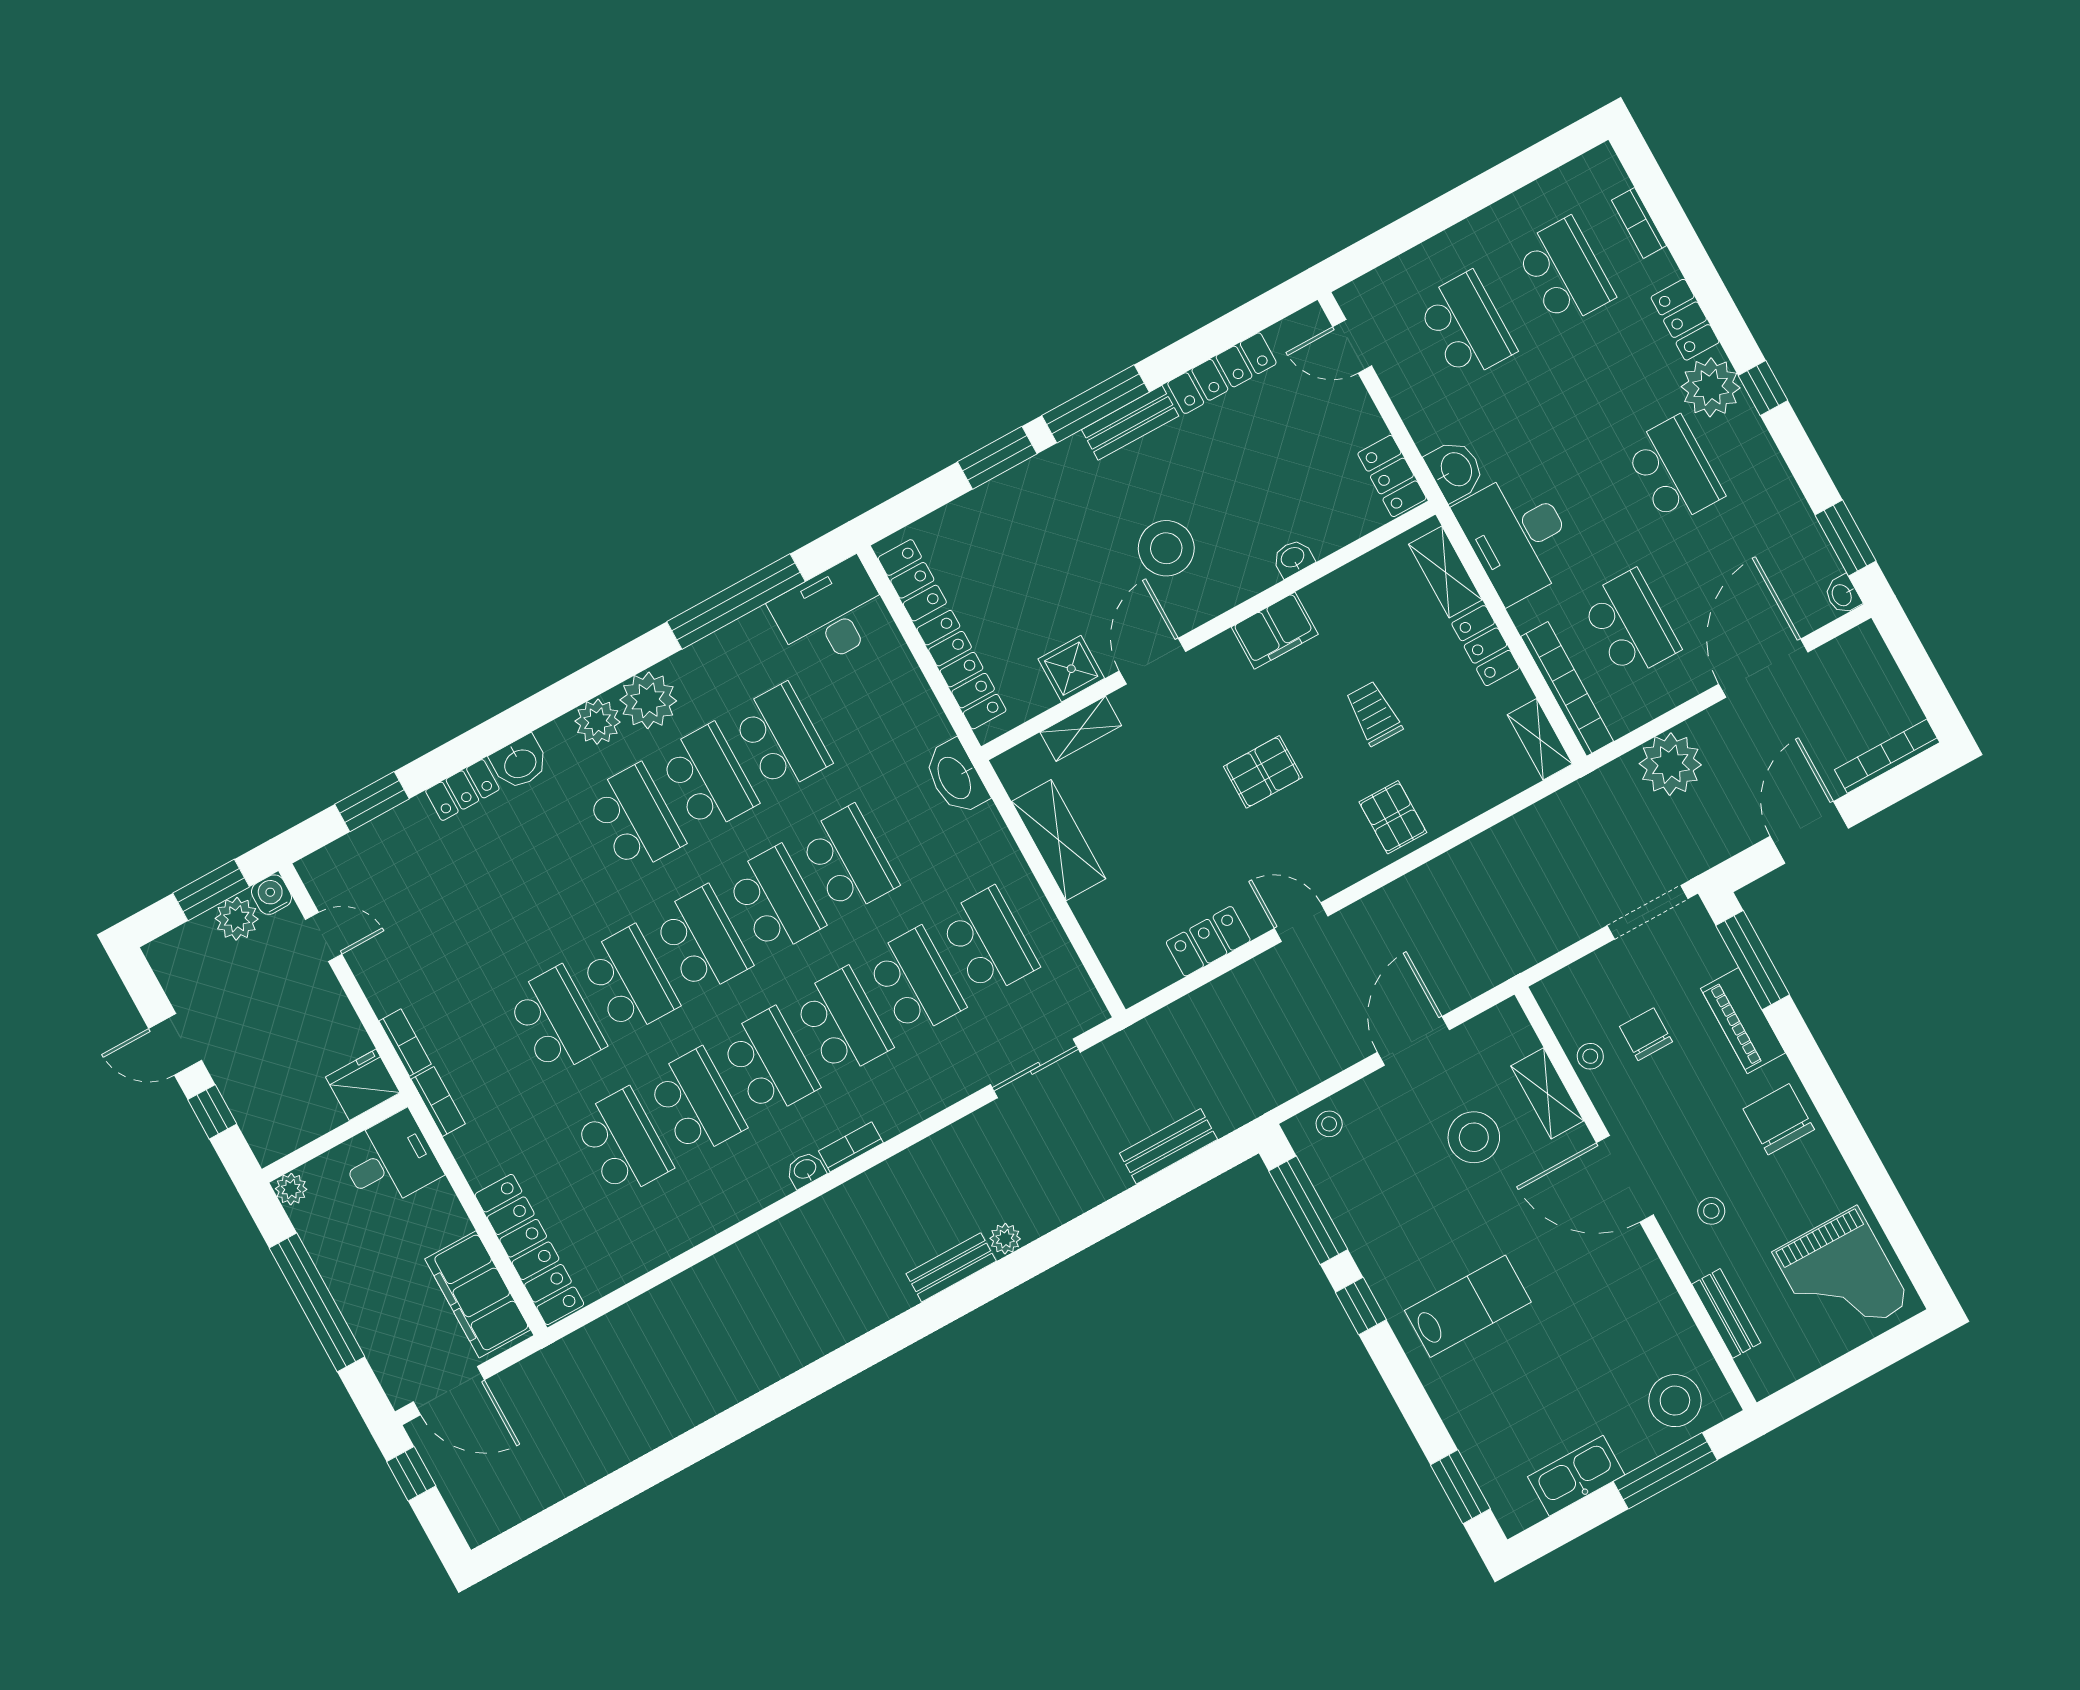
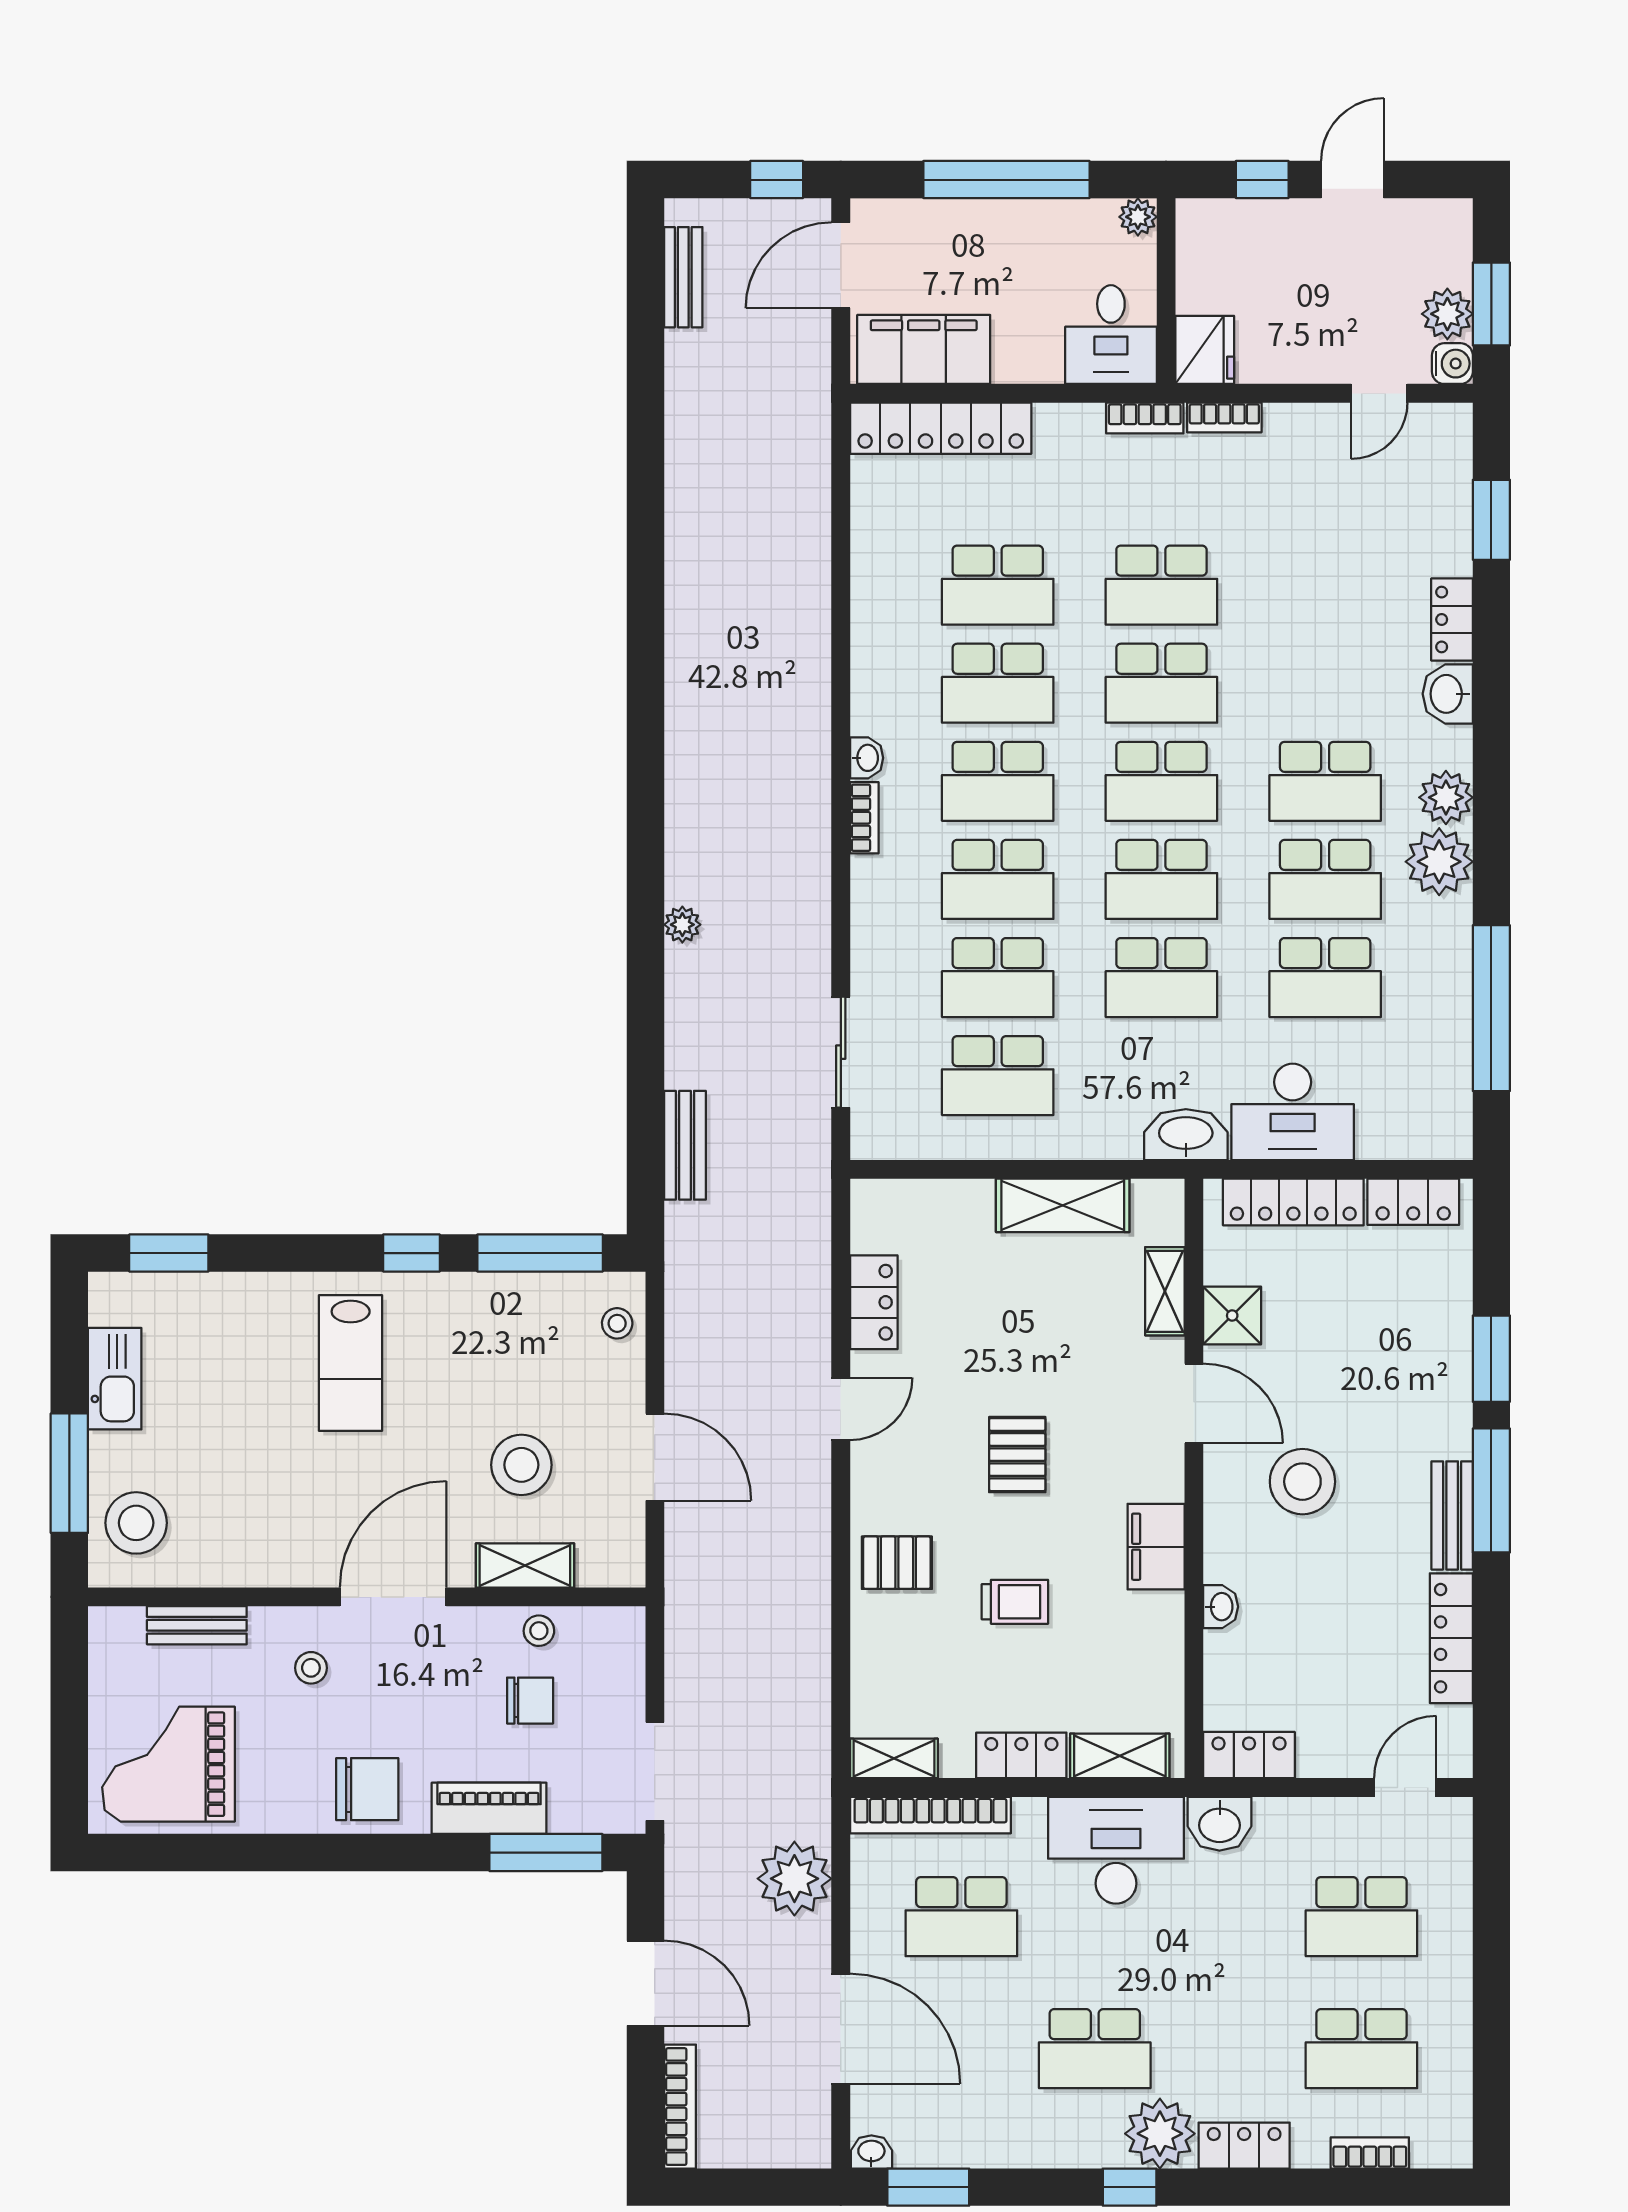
desk: (831, 614) -> (1293, 1112), moved, turned 90
bench: (951, 1267) -> (683, 277), moved

